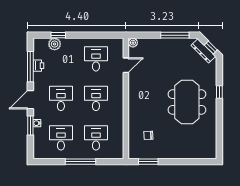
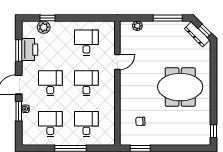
plant: (133, 43) -> (137, 26), moved
door: (126, 65) -> (117, 62), moved
printer: (38, 66) -> (30, 50), width x1.87, depth x1.48
window: (30, 67) -> (19, 51), width x0.69
window: (219, 92) -> (214, 131), moved
meeting table: (187, 102) -> (180, 87), turned 90

